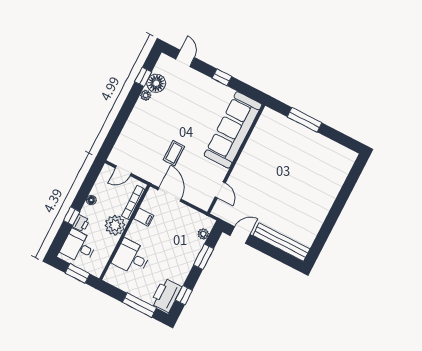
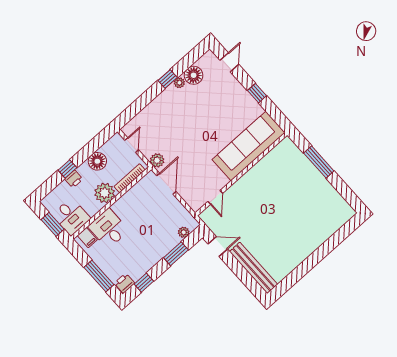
window: (143, 77) -> (168, 79), moved
coffee table: (174, 153) -> (185, 147), removed
door: (123, 171) -> (132, 145), swing flipped
plant: (152, 176) -> (157, 160), added
floor lamp: (91, 200) -> (97, 161), width x1.89, depth x1.89
filing cabinet: (144, 217) -> (87, 238), moved
desk: (79, 247) -> (71, 217), moved, turned 180
printer: (166, 295) -> (125, 283), width x0.53, depth x0.68

